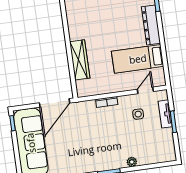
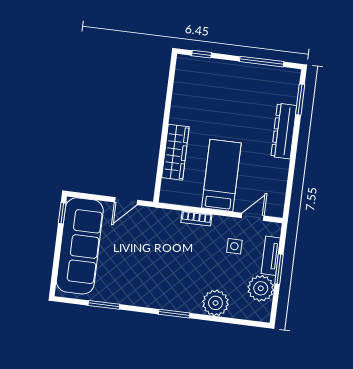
bed: (138, 59) -> (221, 175), moved, turned 90
door: (55, 103) -> (126, 201), width x0.53
plant: (164, 138) -> (261, 288), added
plant: (132, 162) -> (215, 303), width x1.87, depth x1.87

